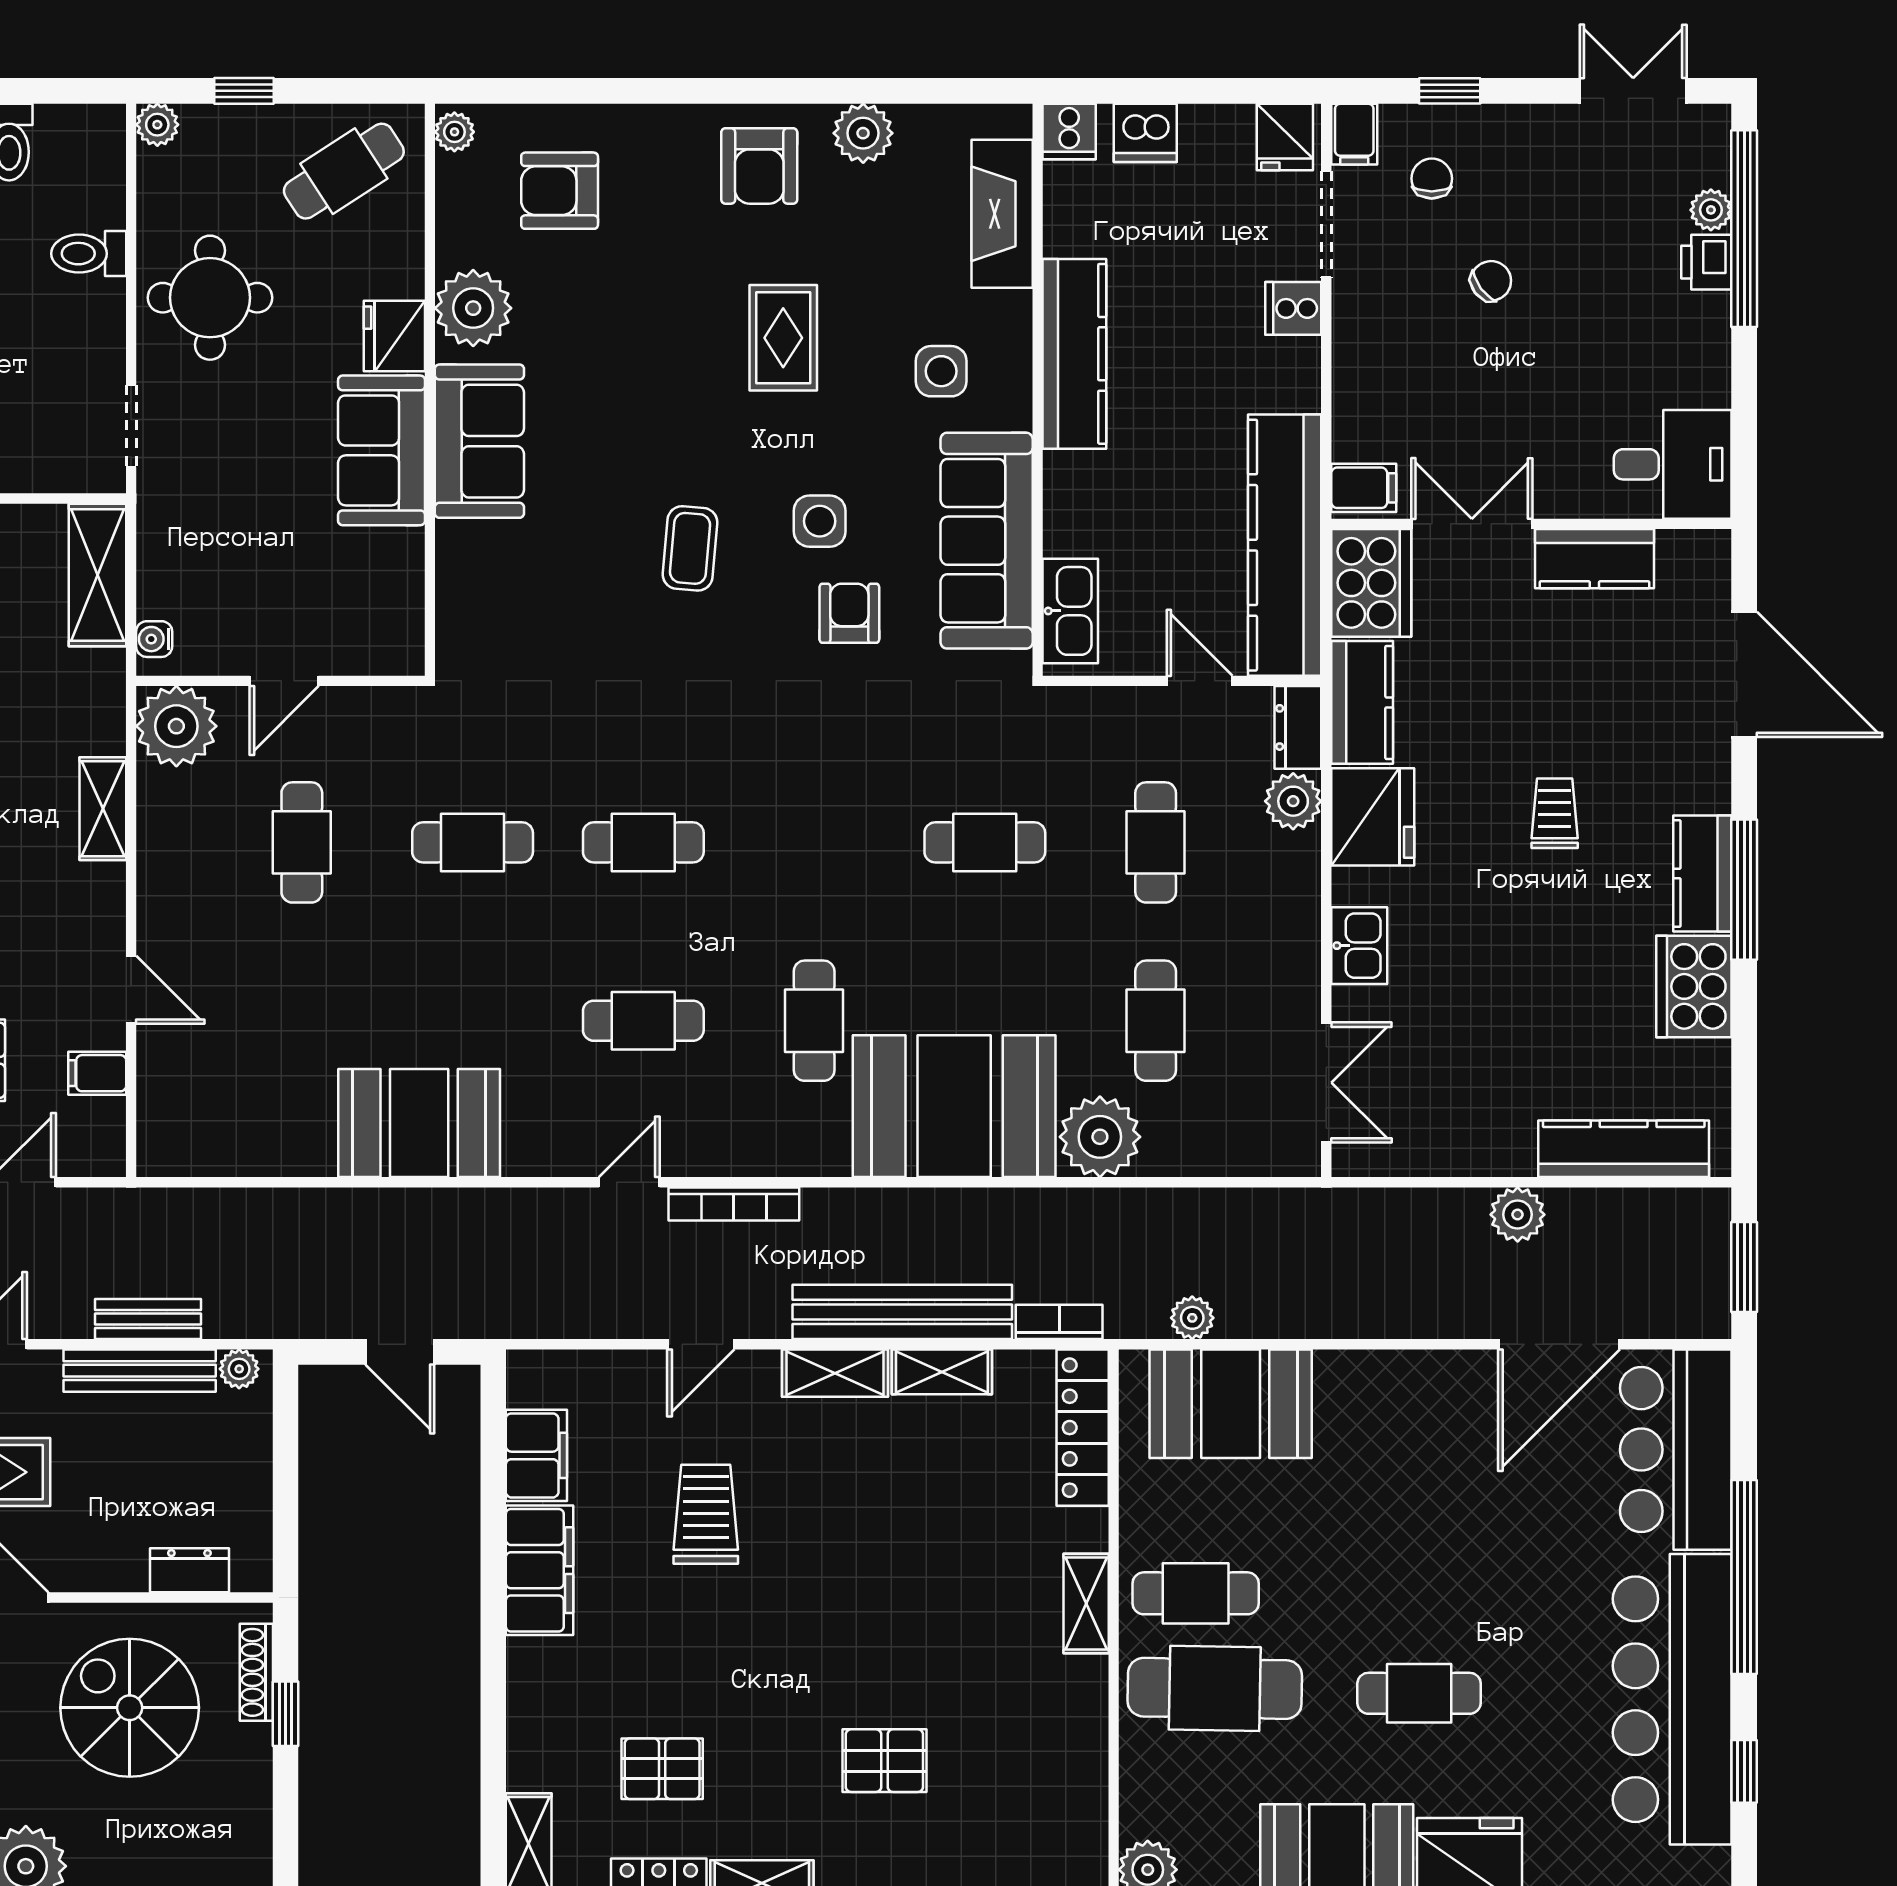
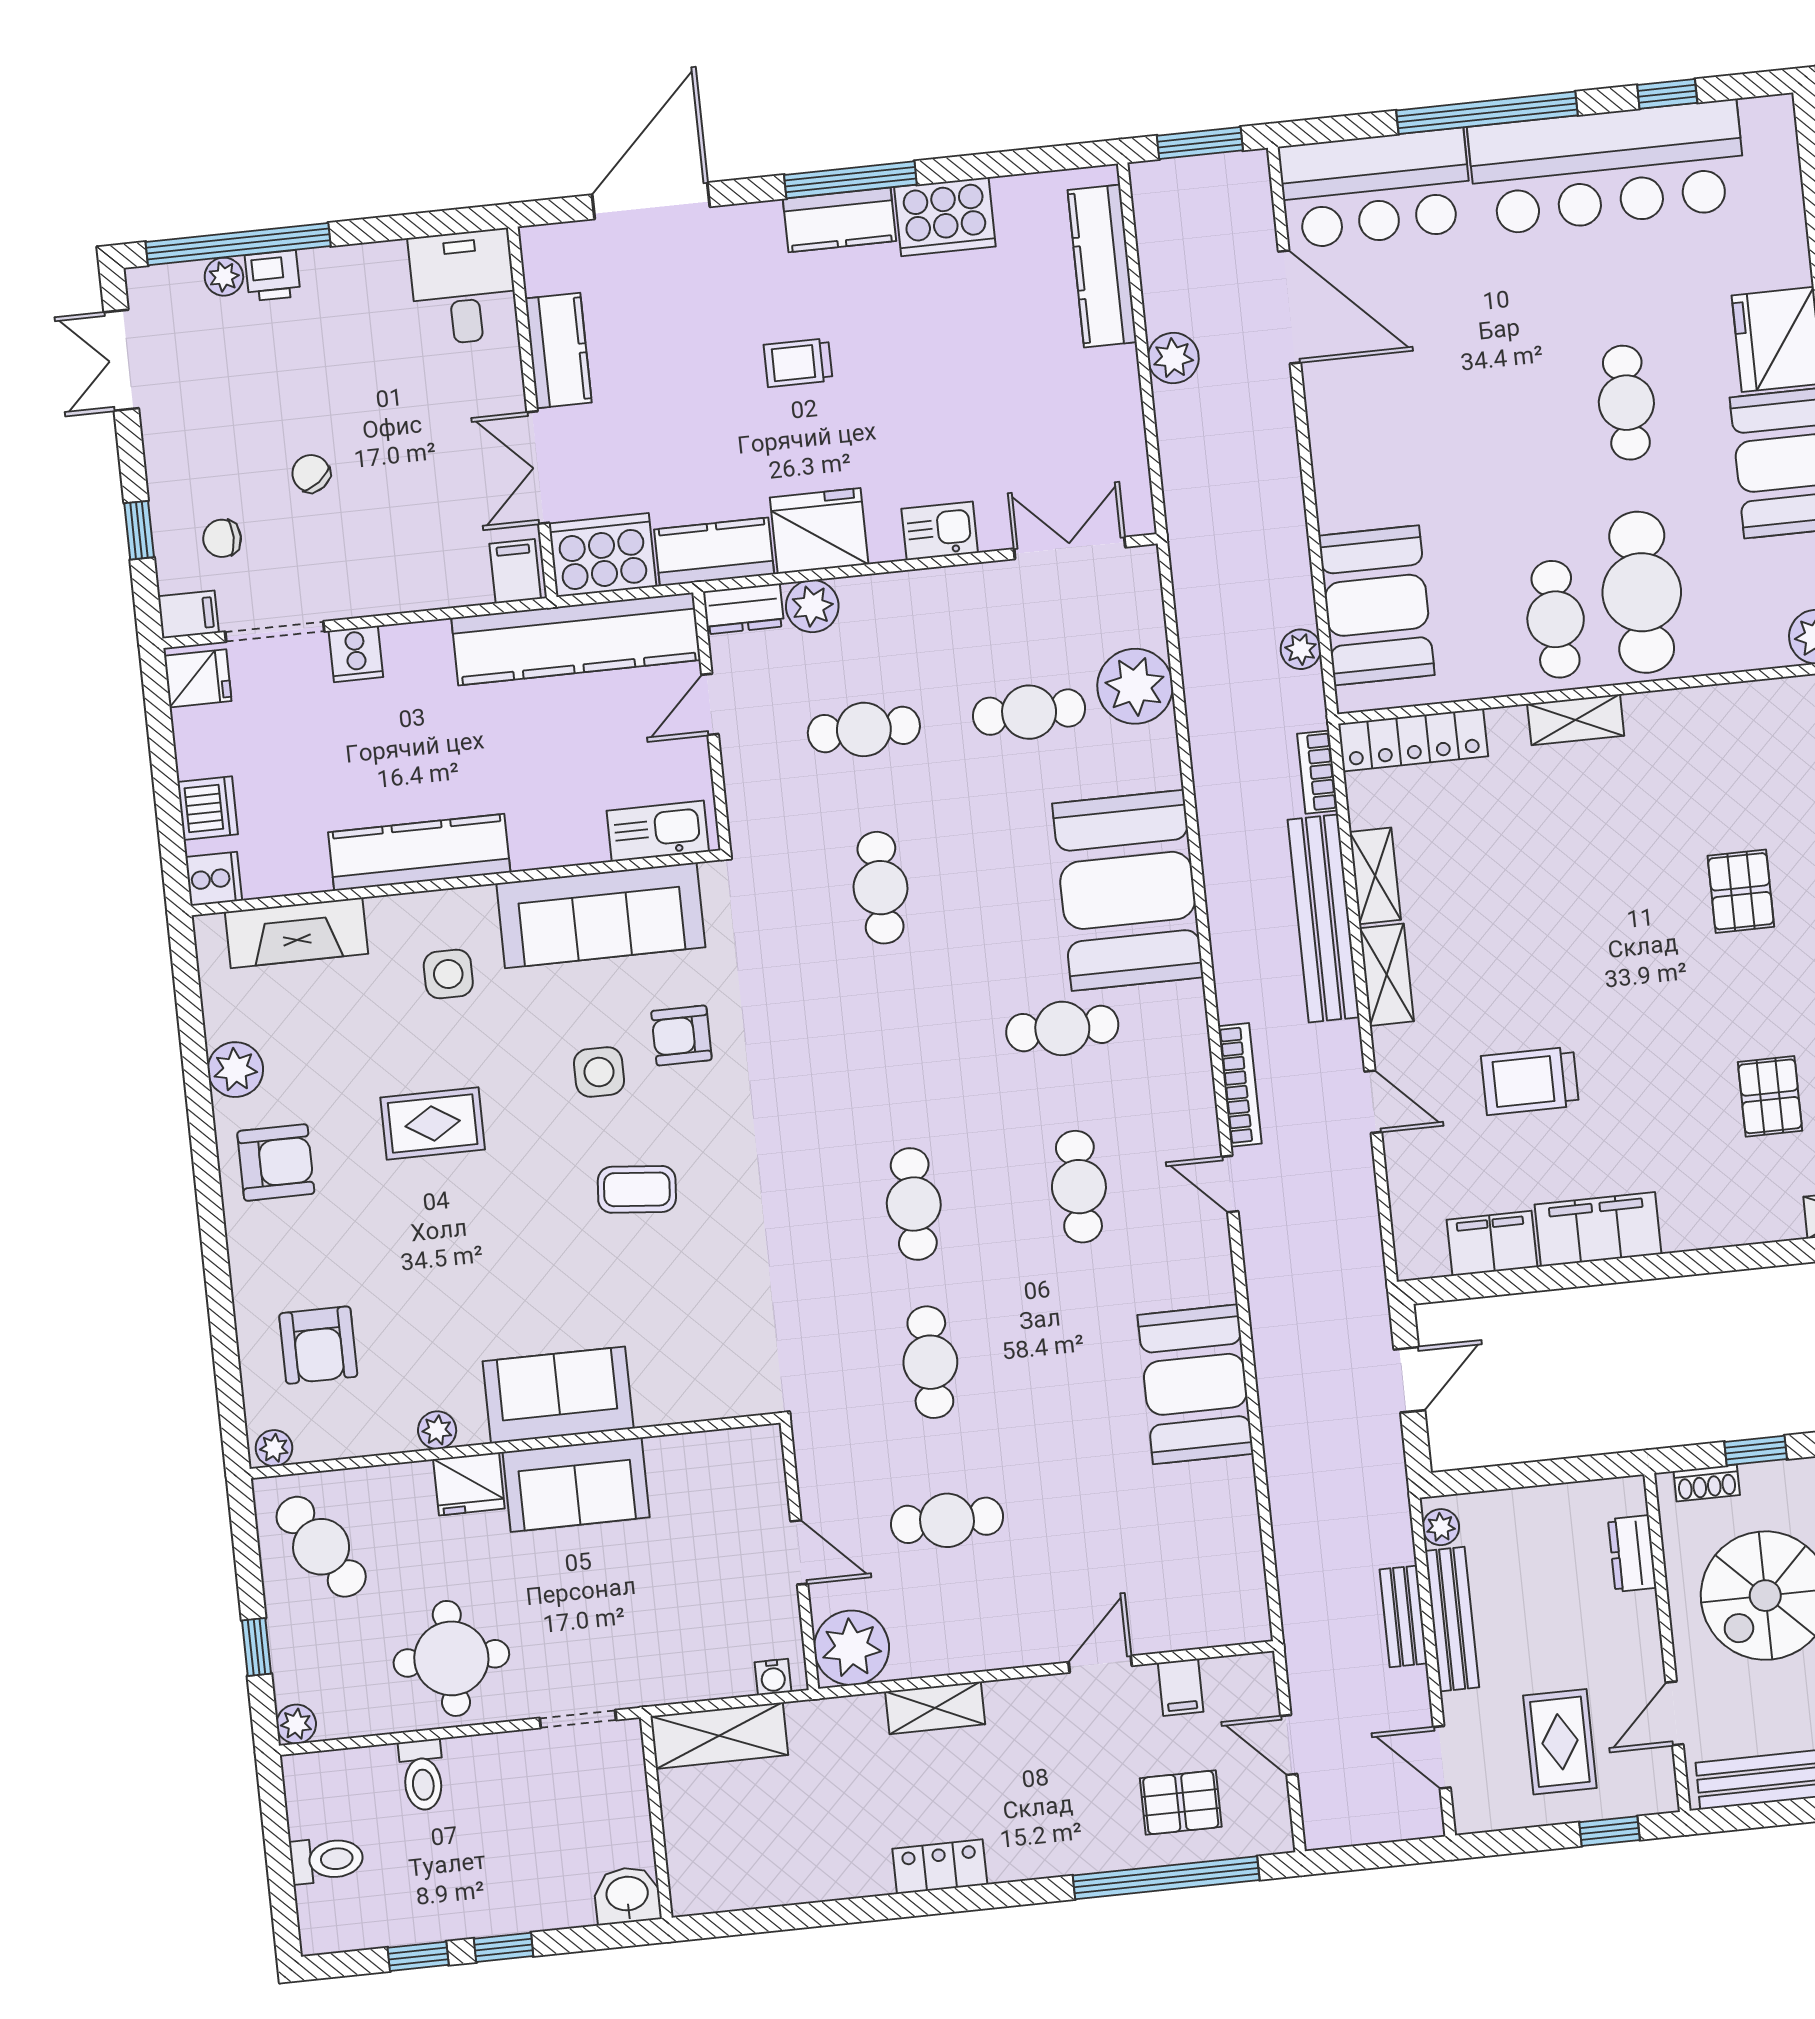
plant: (473, 308) -> (437, 1430), width x0.53, depth x0.53
plant: (1100, 1137) -> (1135, 686), moved
shoe rack: (256, 1672) -> (1707, 1483), width x0.70

